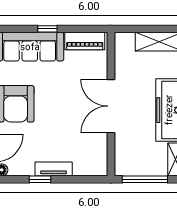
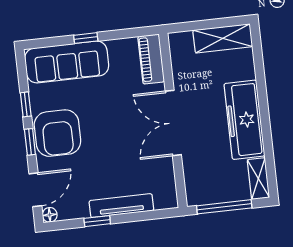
piano: (85, 41) -> (151, 59), moved, turned 90
tv unit: (54, 169) -> (121, 206), width x1.41

